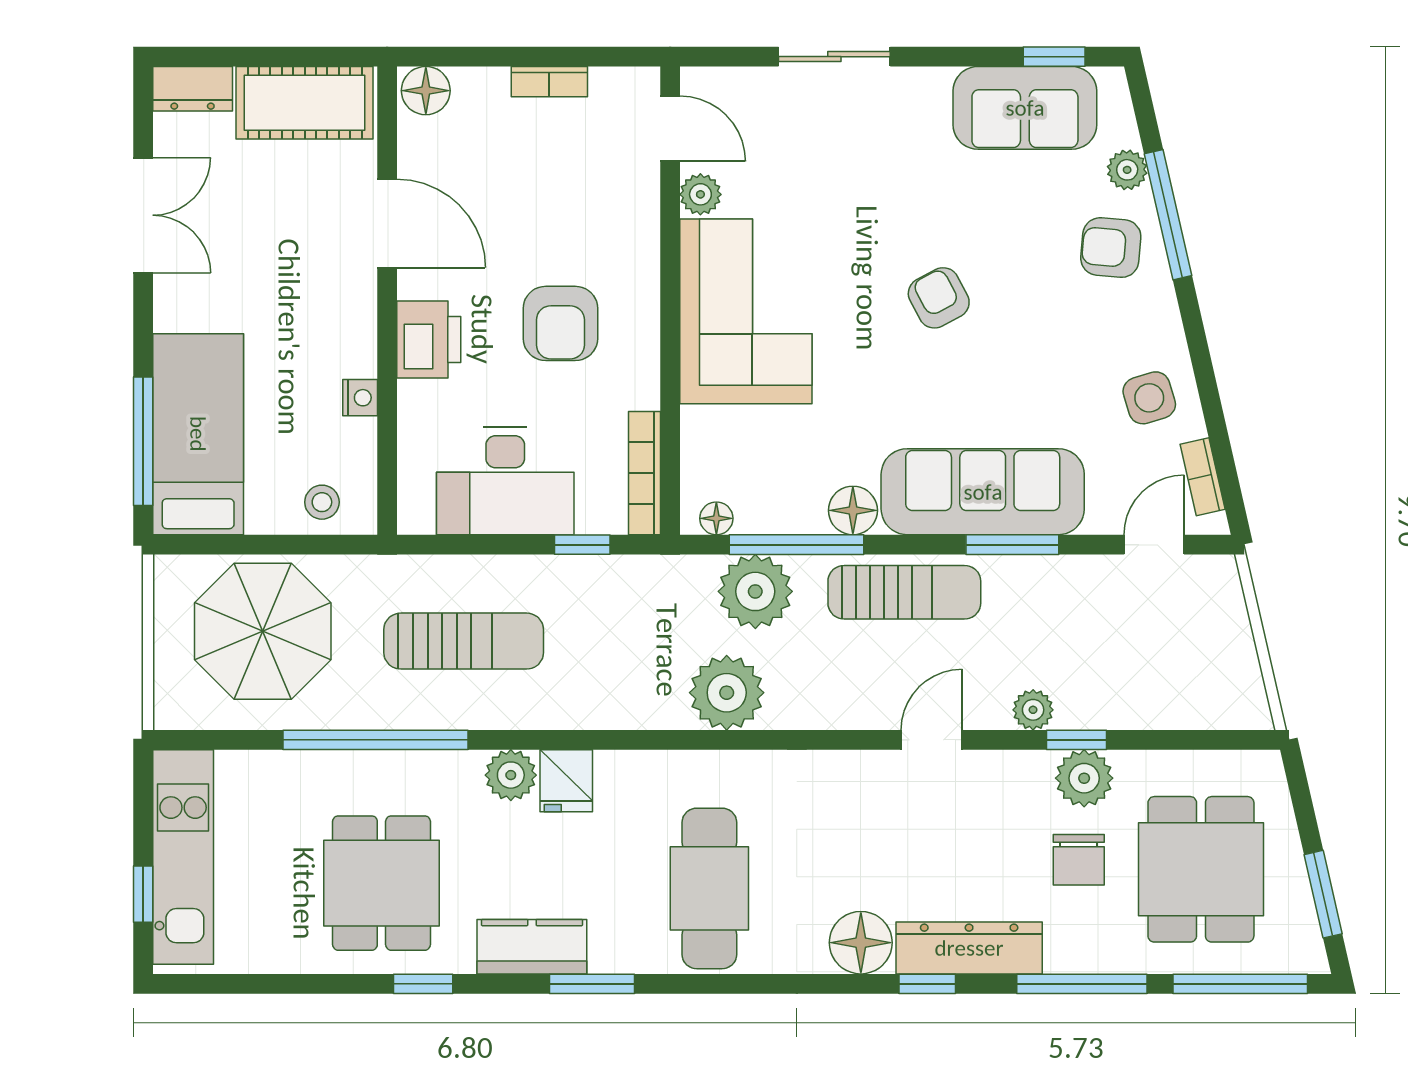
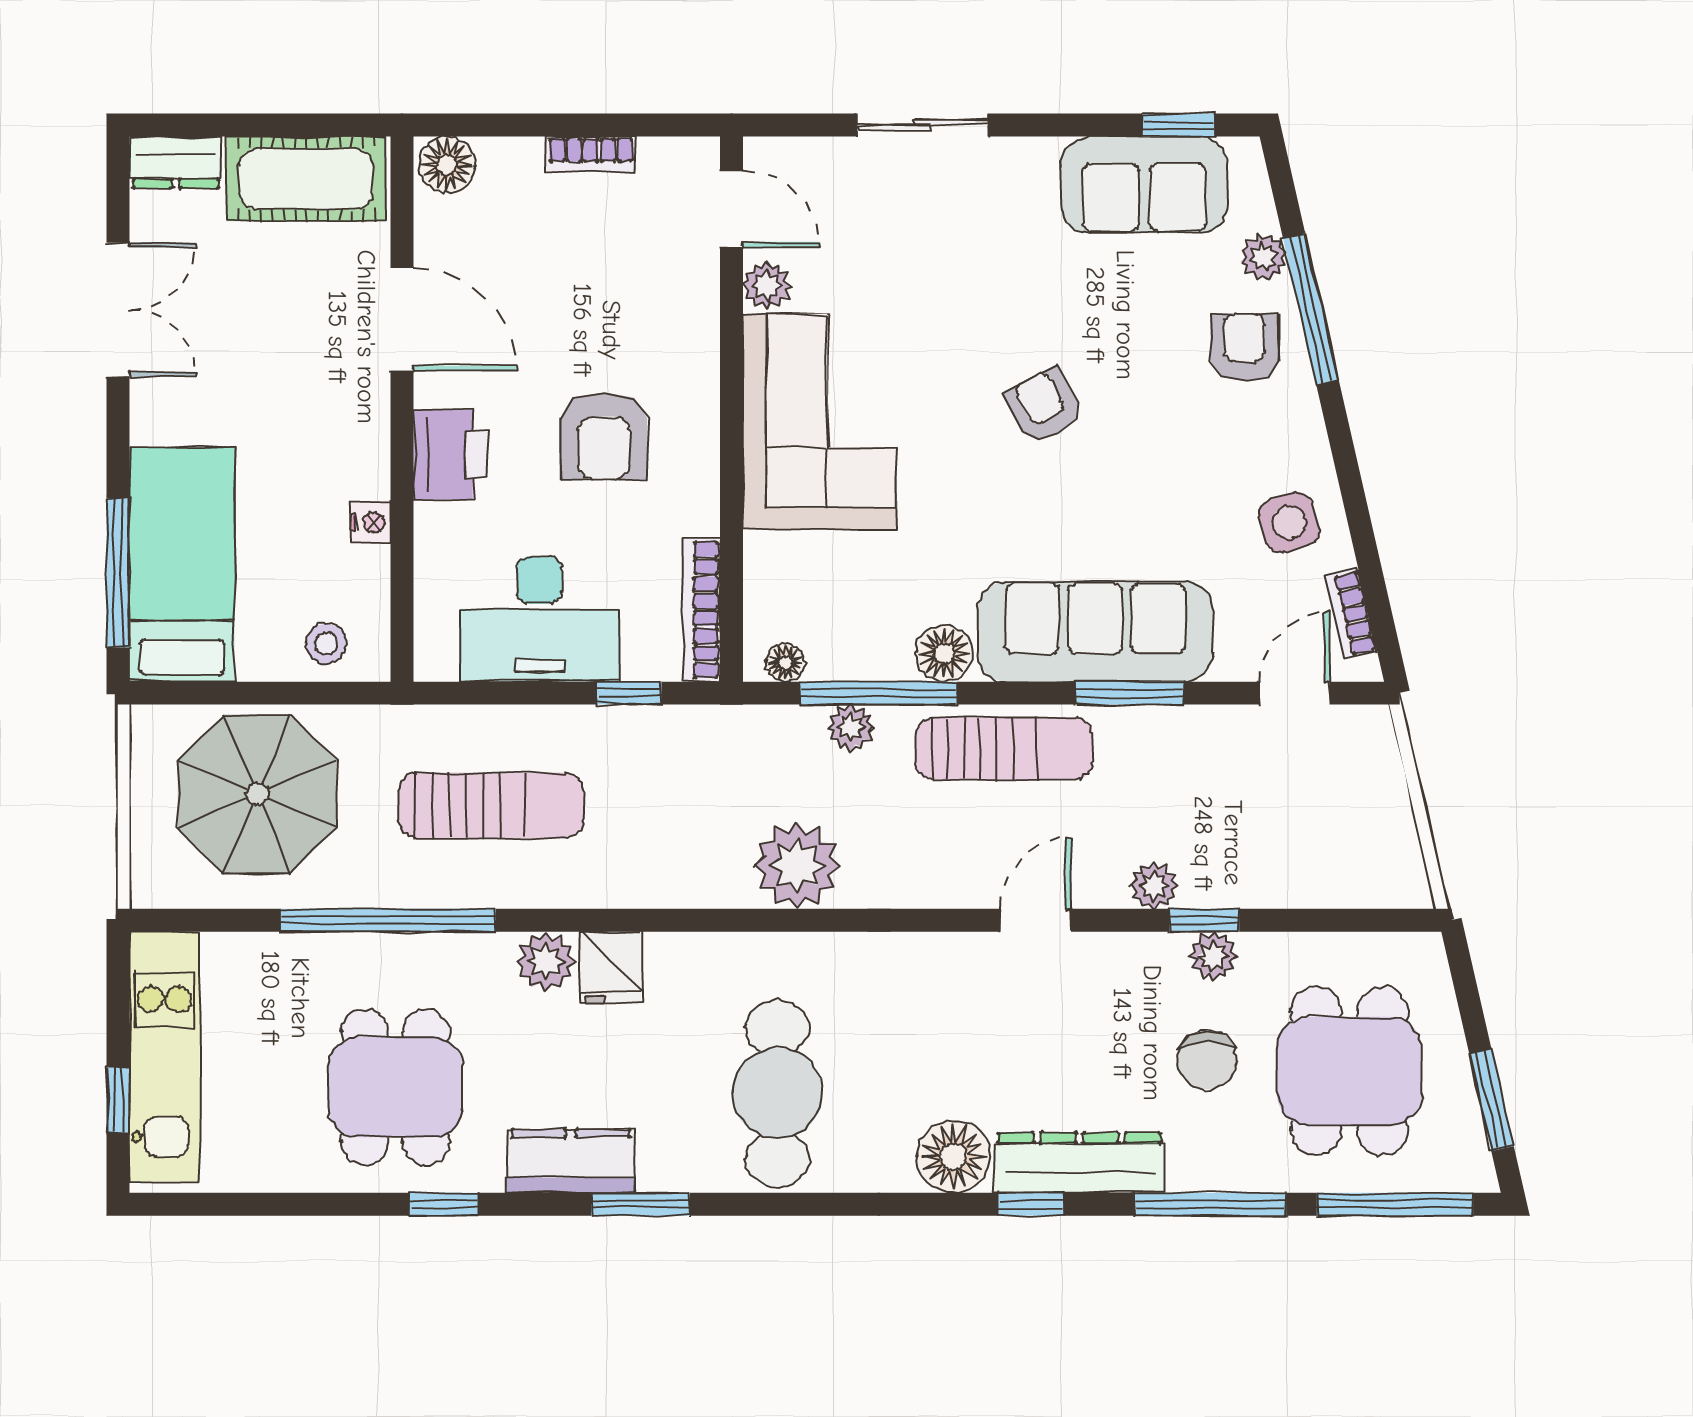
armchair: (1111, 248) -> (1244, 347), turned 85
plant: (755, 591) -> (851, 728), width x0.53, depth x0.53
plant: (1084, 778) -> (1213, 956), width x0.73, depth x0.73

